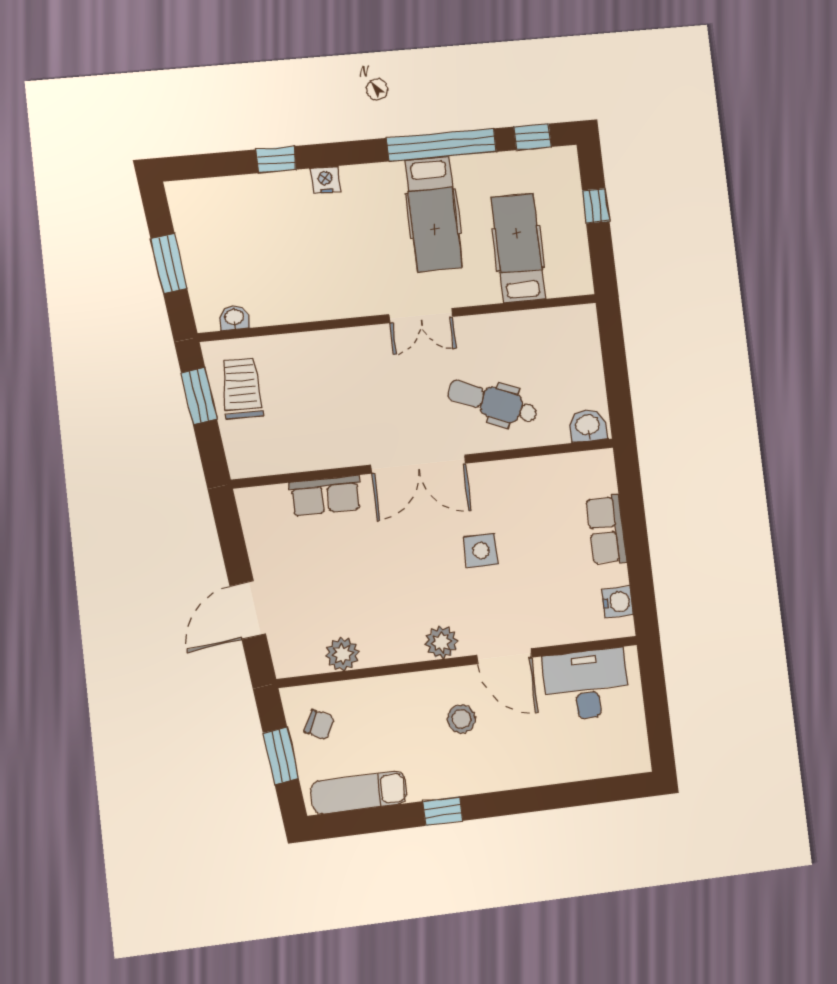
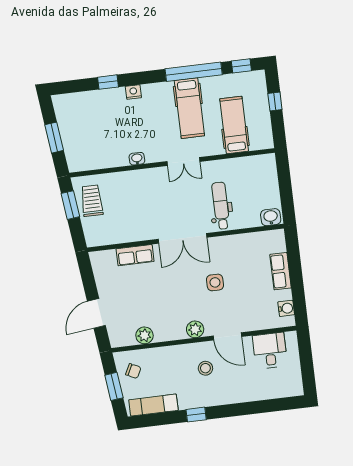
washbasin: (234, 318) -> (137, 159), moved
dental chair: (493, 402) -> (221, 206), turned 67
desk: (586, 685) -> (270, 351), width x0.73

